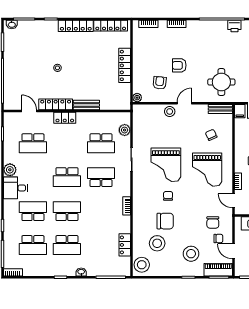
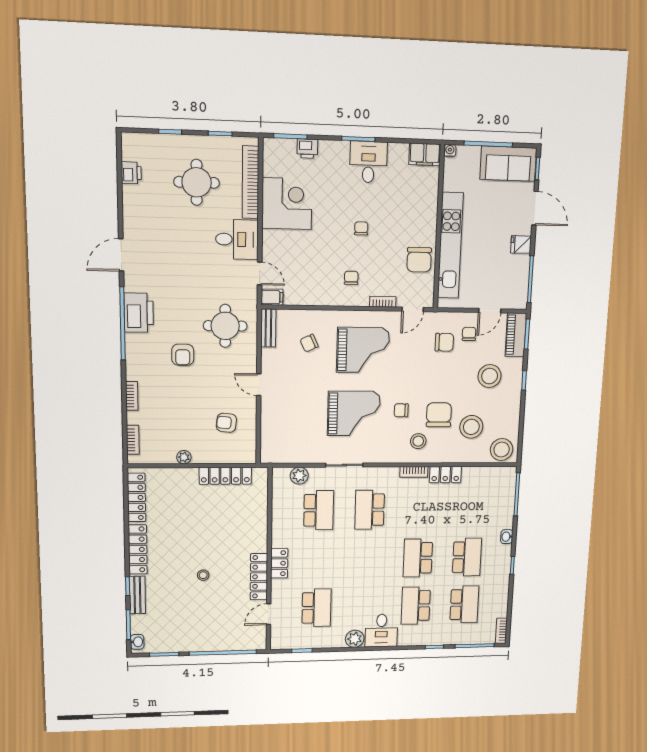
printer: (234, 26) -> (139, 313), width x1.87, depth x1.48
locker: (125, 65) -> (225, 476), moved
armchair: (179, 65) -> (183, 355), moved
plant: (137, 98) -> (184, 457), moved
bench: (86, 105) -> (137, 595), moved
stool: (170, 111) -> (418, 441), moved
school desk: (67, 177) -> (368, 559), removed
locker: (125, 245) -> (445, 475), moved

